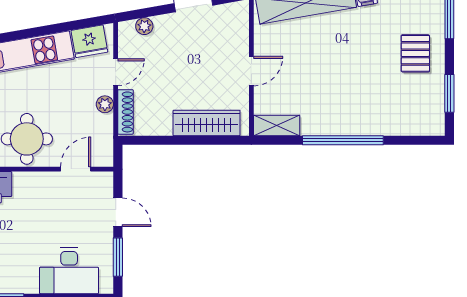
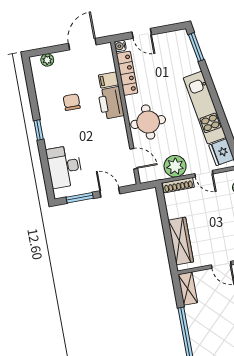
plant: (105, 104) -> (175, 166), width x1.88, depth x1.88
door: (118, 212) -> (110, 192), swing flipped

